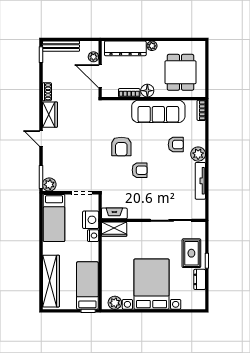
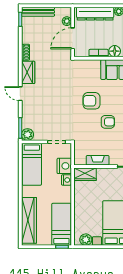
door: (100, 76) -> (73, 38), hinge flipped
armchair: (121, 147) -> (92, 101), turned 90
fireplace: (114, 213) -> (98, 160), moved

